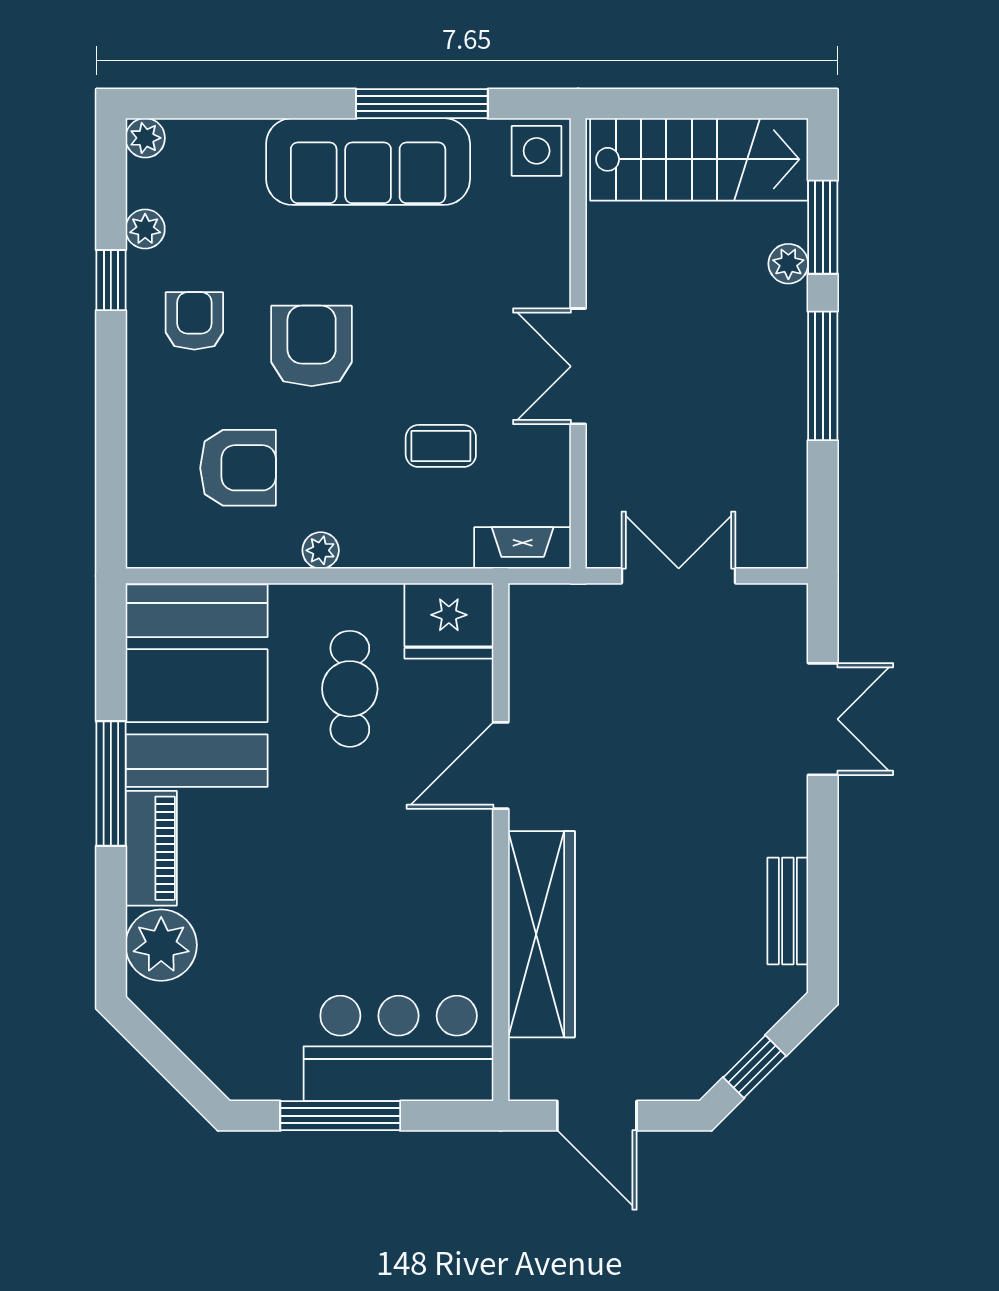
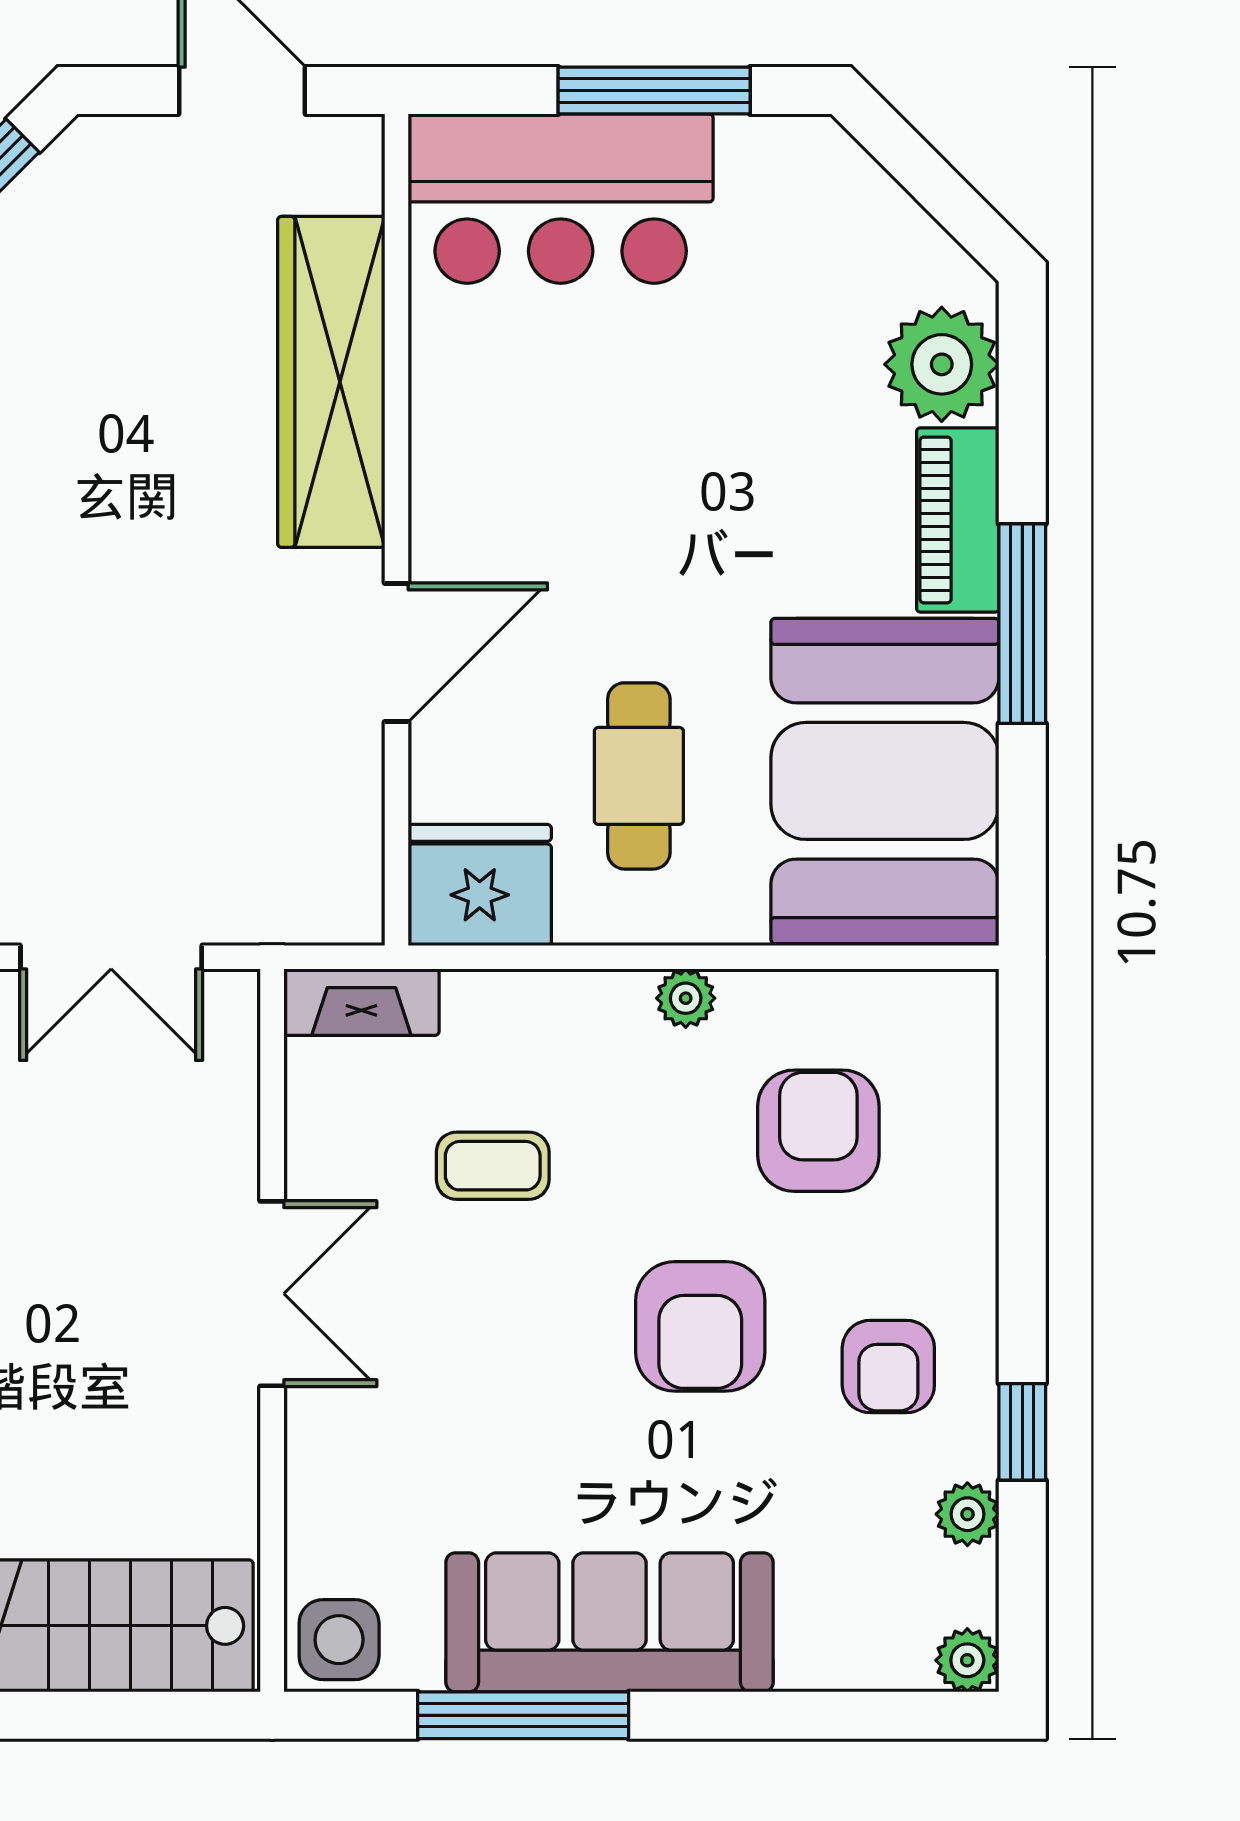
armchair: (238, 468) -> (818, 1131), turned 90

